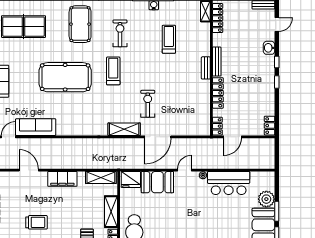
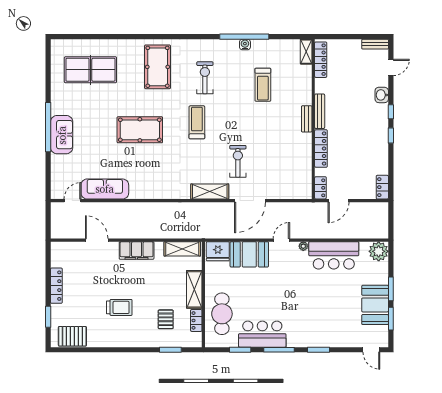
treadmill: (169, 39) -> (263, 85), turned 180
pool table: (65, 77) -> (140, 130), width x0.73, depth x0.76
plant: (266, 199) -> (379, 251), moved
trolley: (36, 222) -> (119, 307), moved

